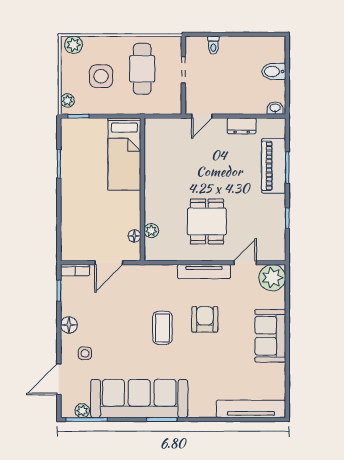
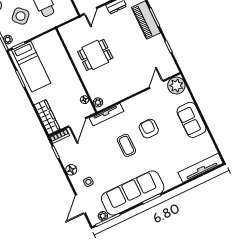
side table: (101, 76) -> (21, 16), turned 45
bed: (124, 154) -> (31, 67), moved
dining table: (207, 221) -> (95, 55), moved, turned 90
plant: (151, 231) -> (98, 102), moved
wardrobe: (71, 235) -> (47, 117), added
tv unit: (204, 272) -> (106, 115), moved

